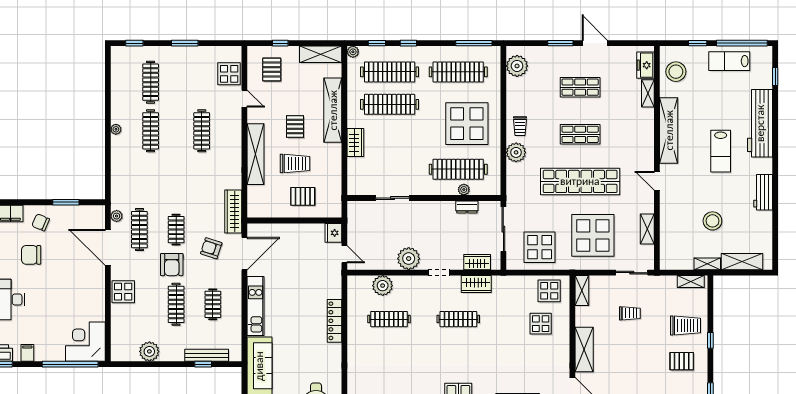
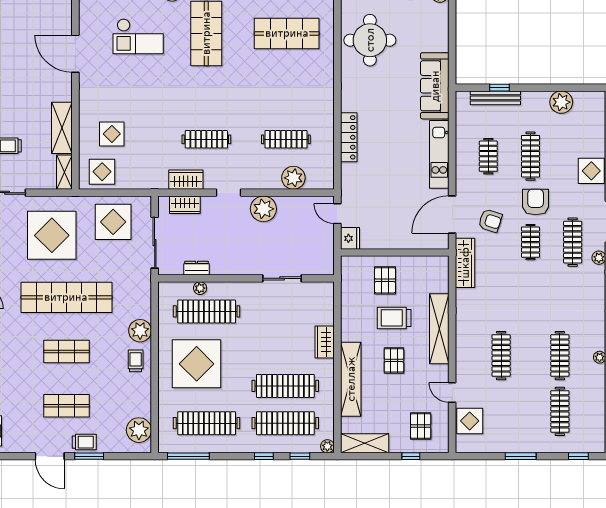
trolley: (565, 55) -> (84, 442), added
pallet: (303, 196) -> (385, 280), turned 90
shelving: (584, 349) -> (62, 128), moved

